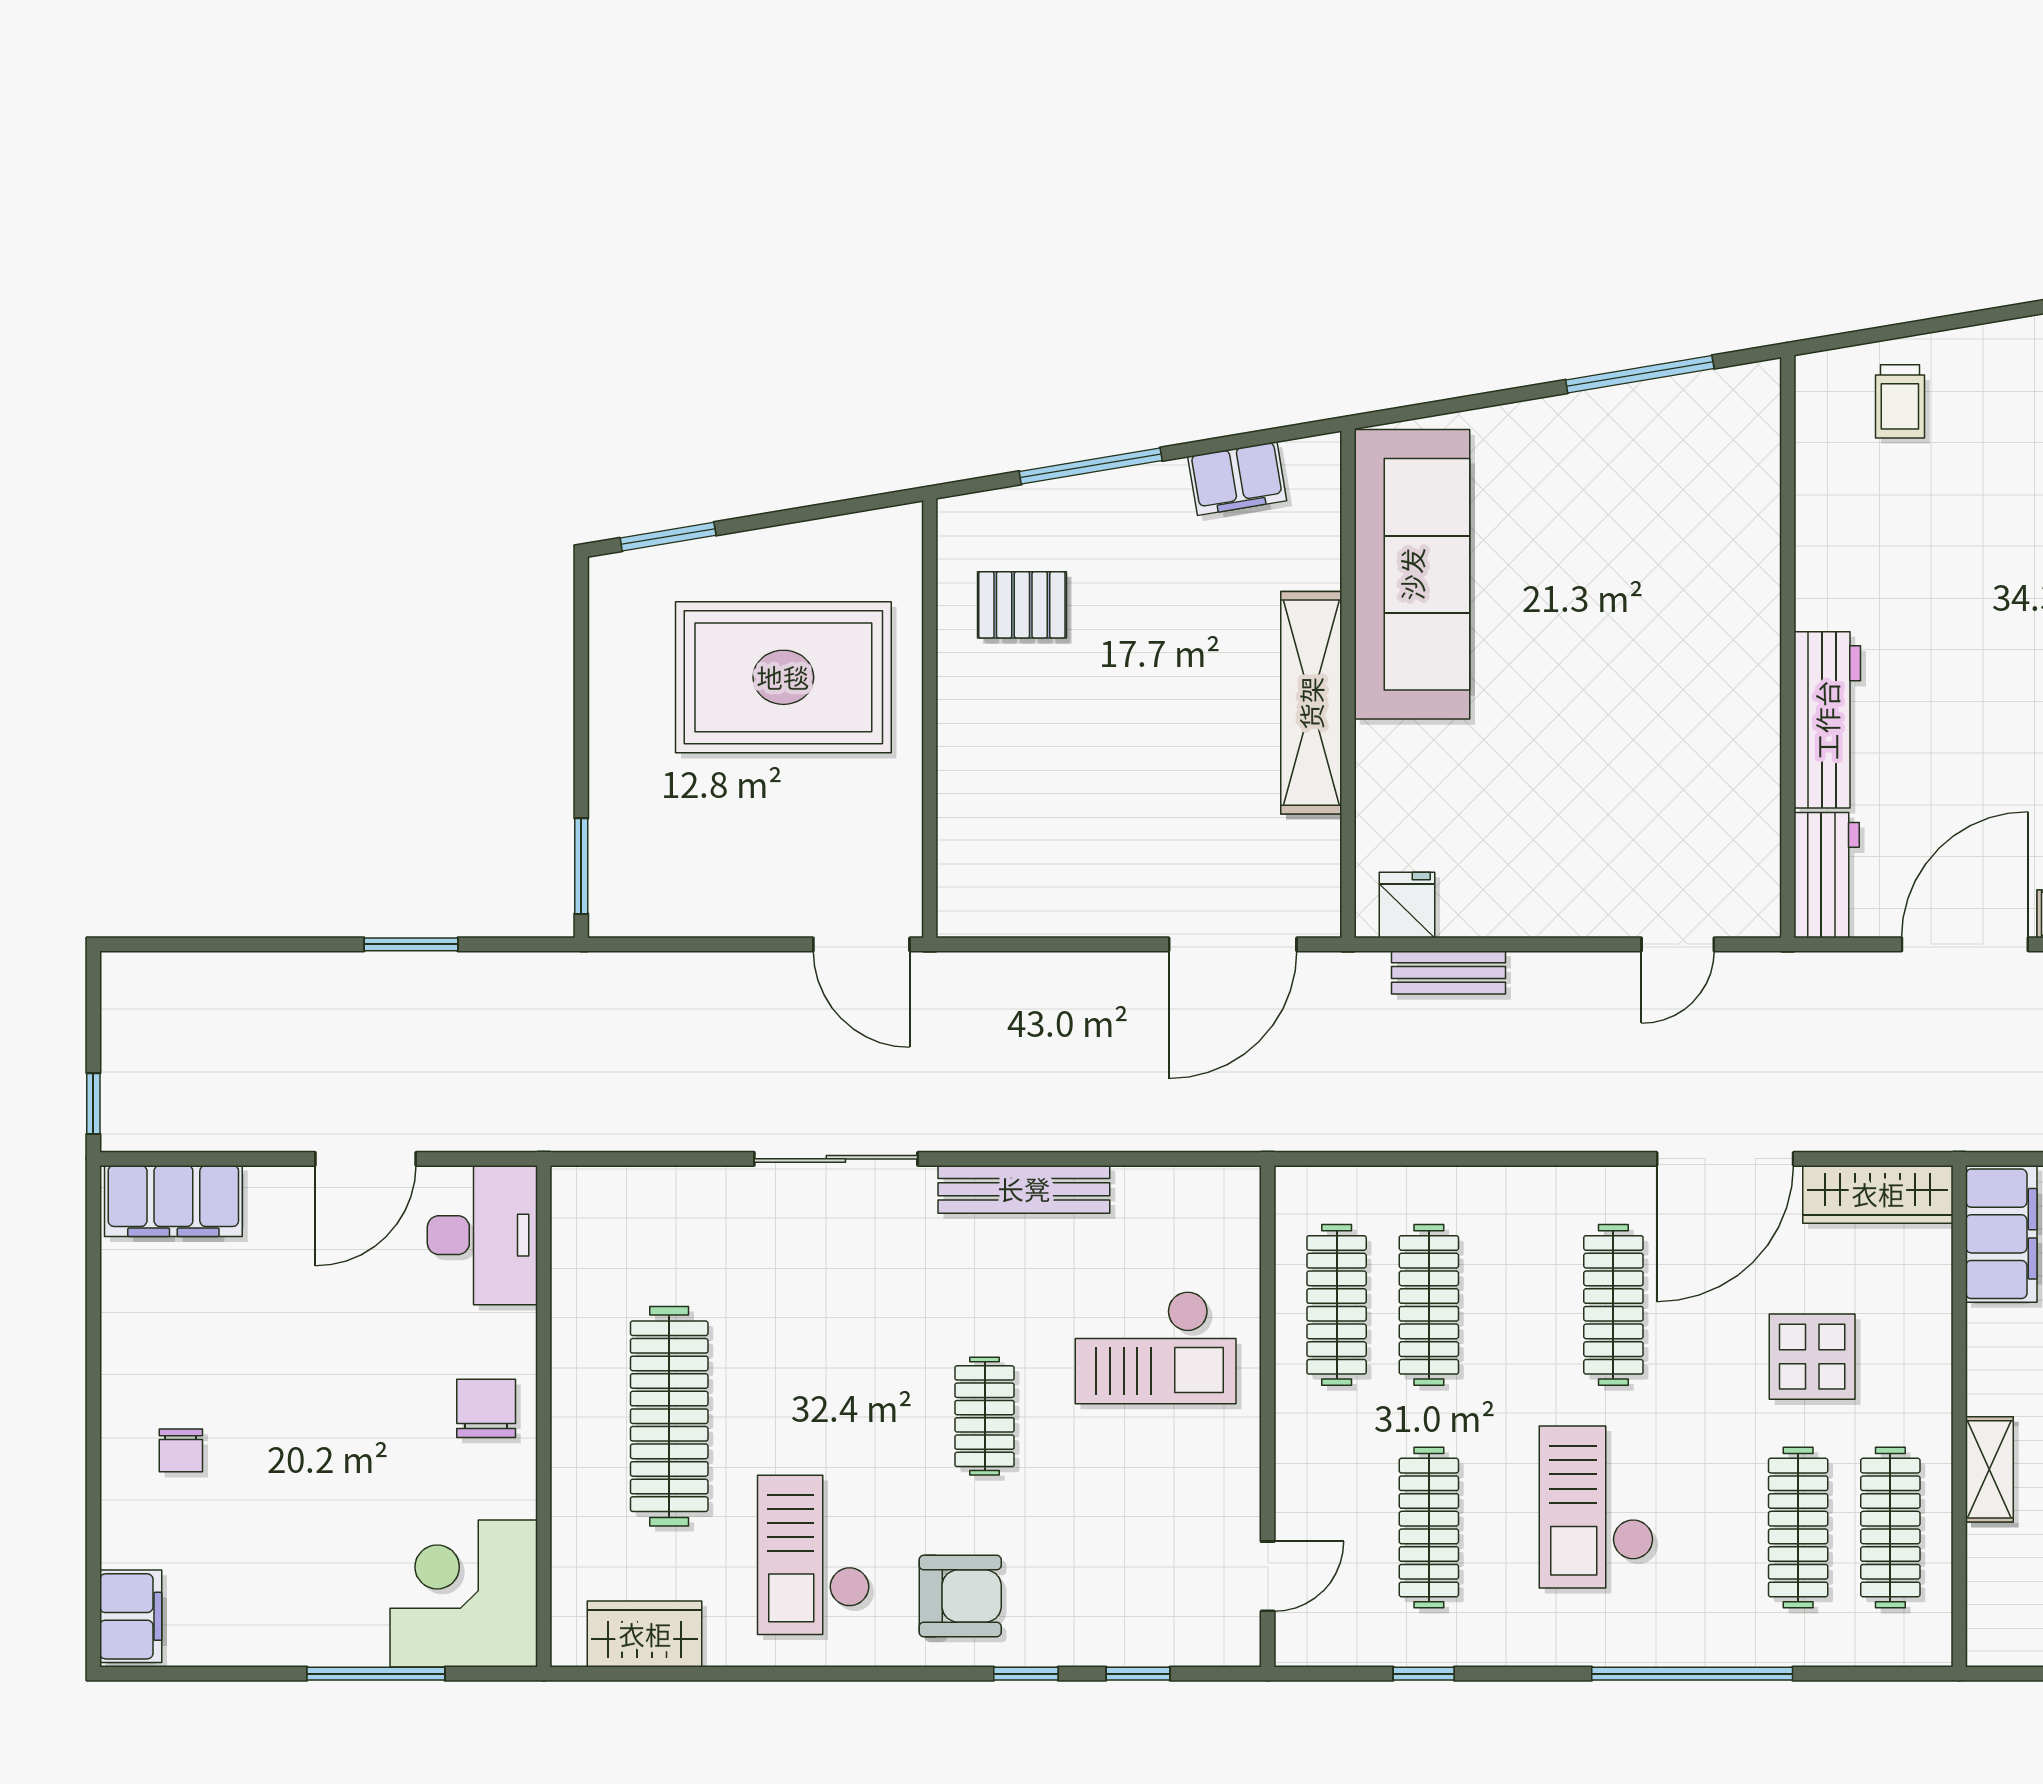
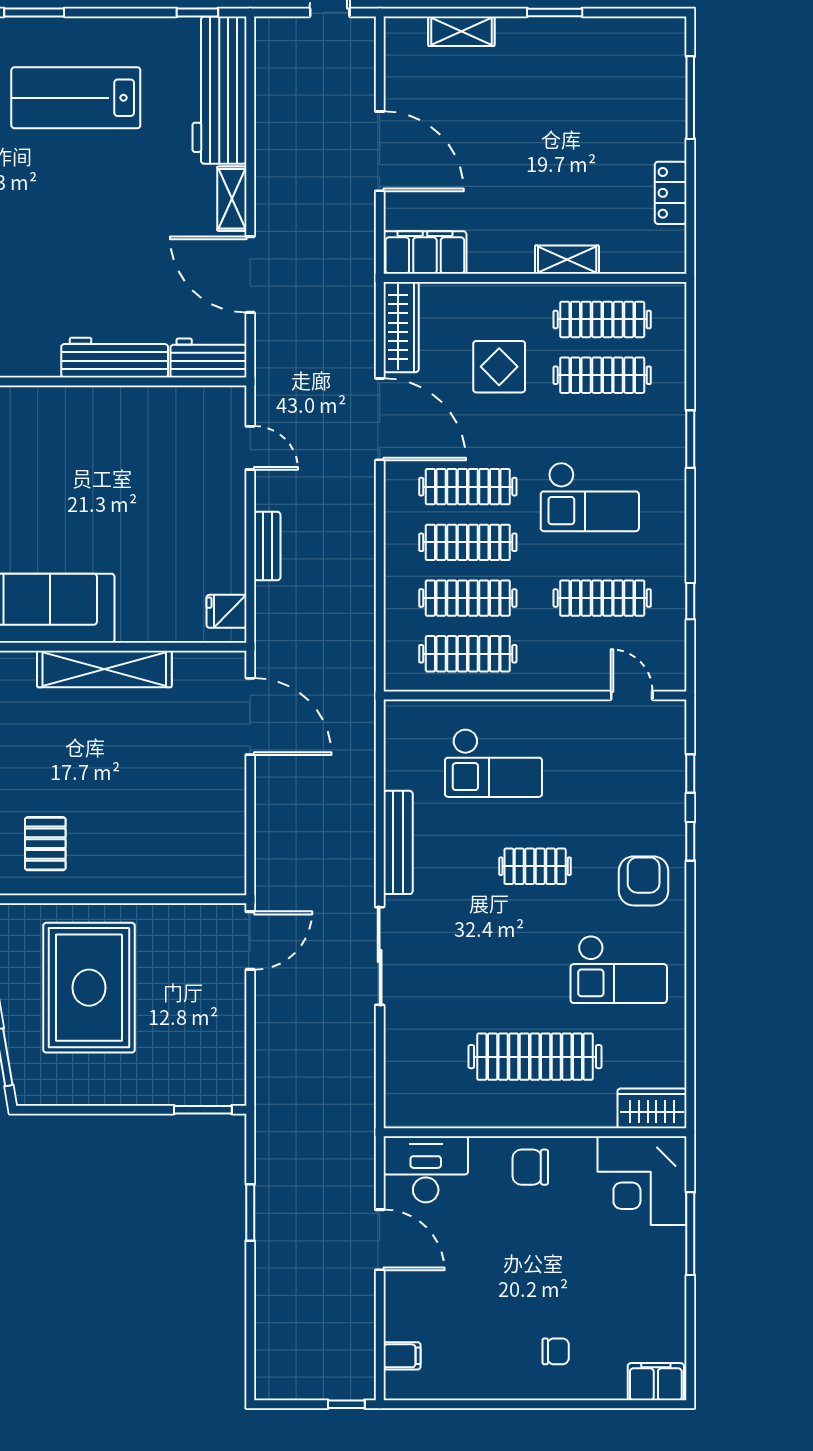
bench: (1449, 973) -> (267, 546), moved
filing cabinet: (173, 1201) -> (402, 1356), width x0.33, depth x0.86
clothes rail: (1521, 1305) -> (468, 542), added
checkout: (1156, 1347) -> (494, 763), turned 90
wardrobe: (645, 1634) -> (652, 1108), moved, turned 90
window: (1692, 1674) -> (690, 439), width x0.47

